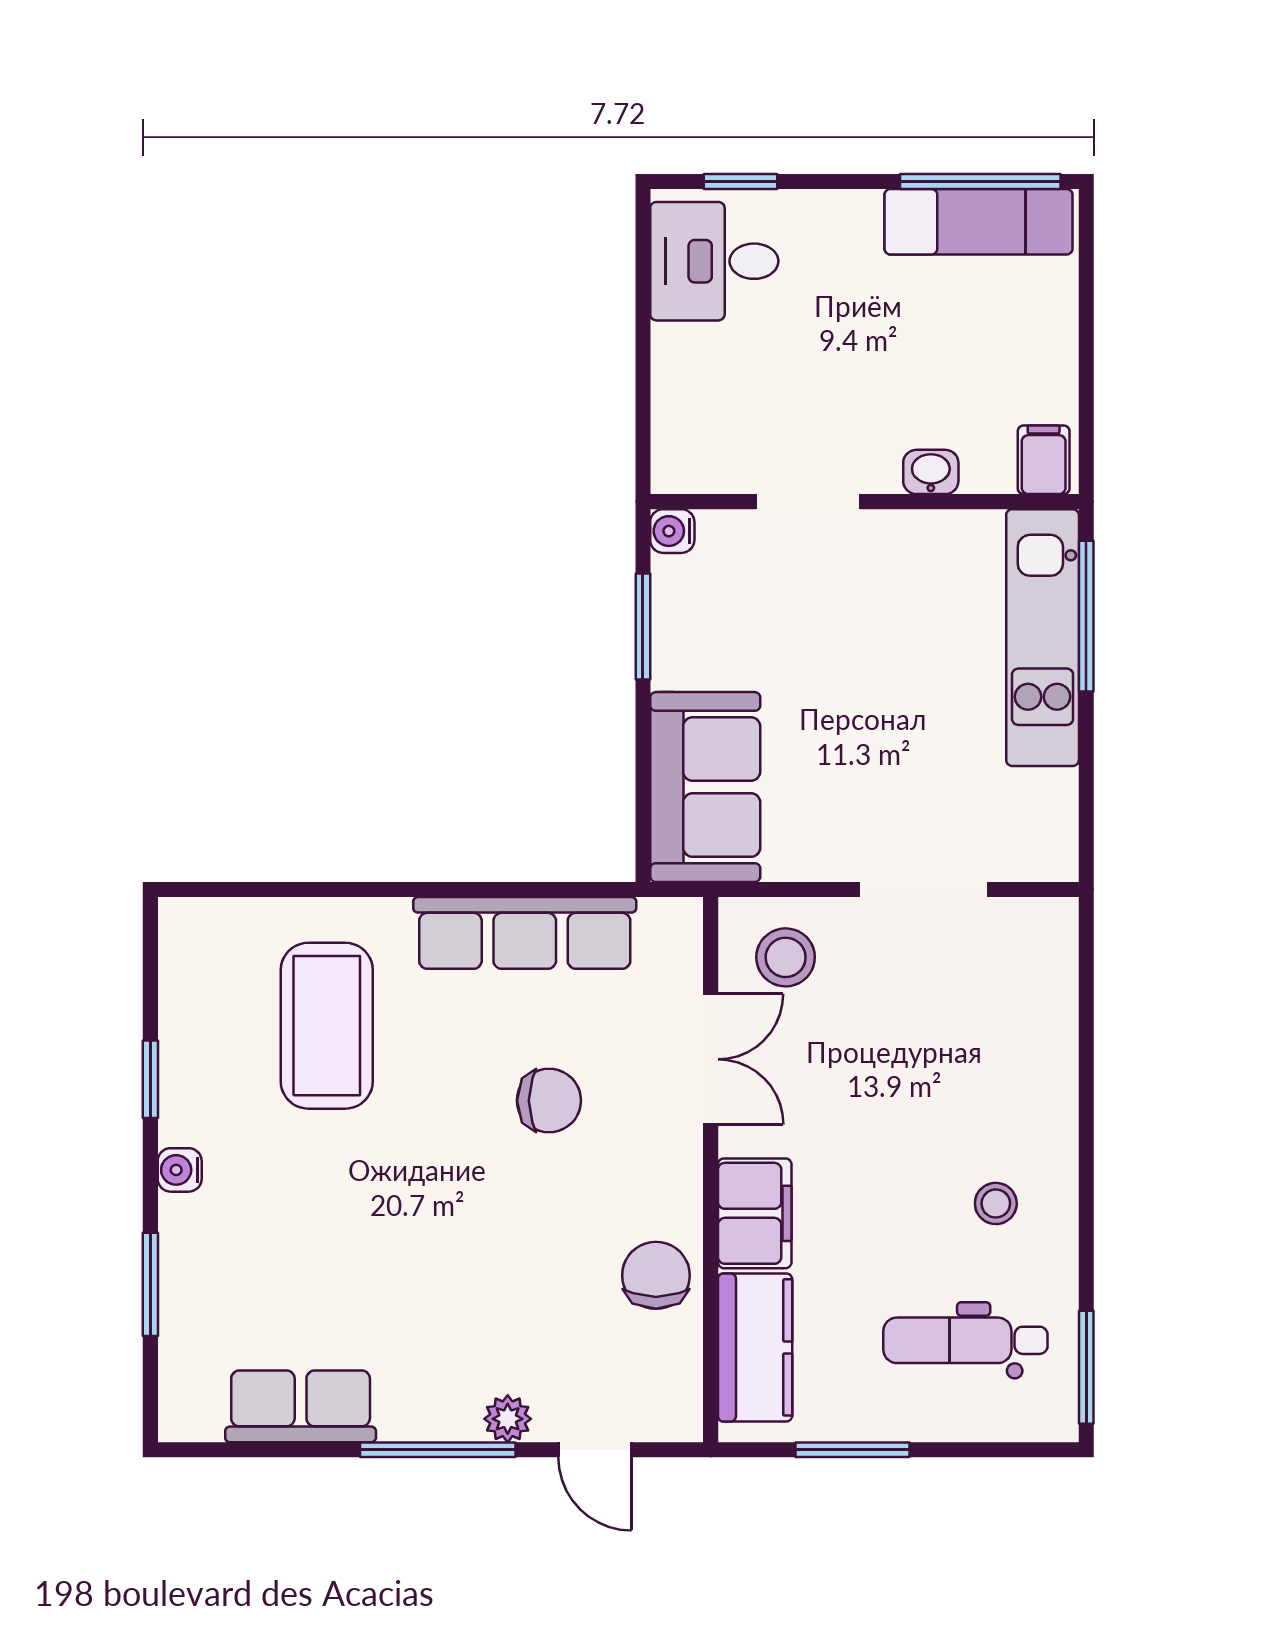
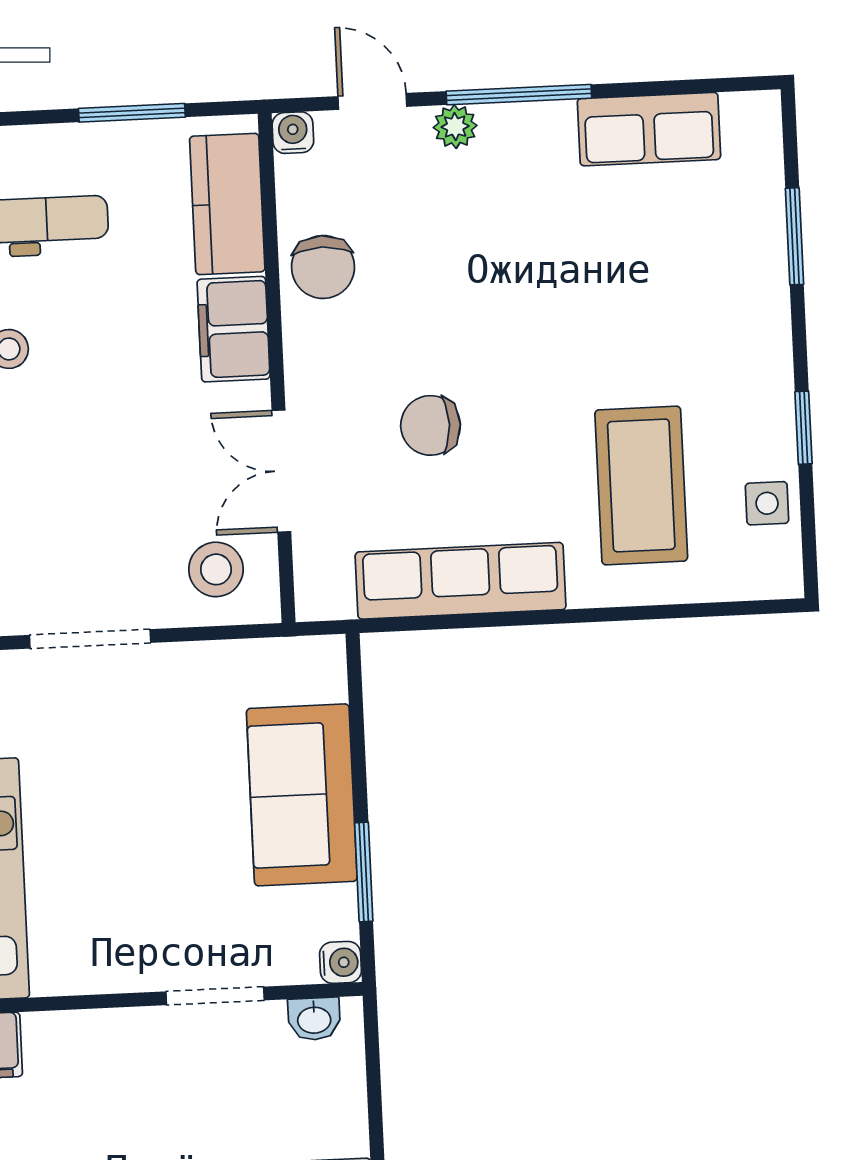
washbasin: (931, 472) -> (314, 1019), moved
sofa: (705, 787) -> (302, 795), moved
side table: (193, 1000) -> (767, 503), added
water cooler: (180, 1170) -> (293, 133), moved, turned -90

